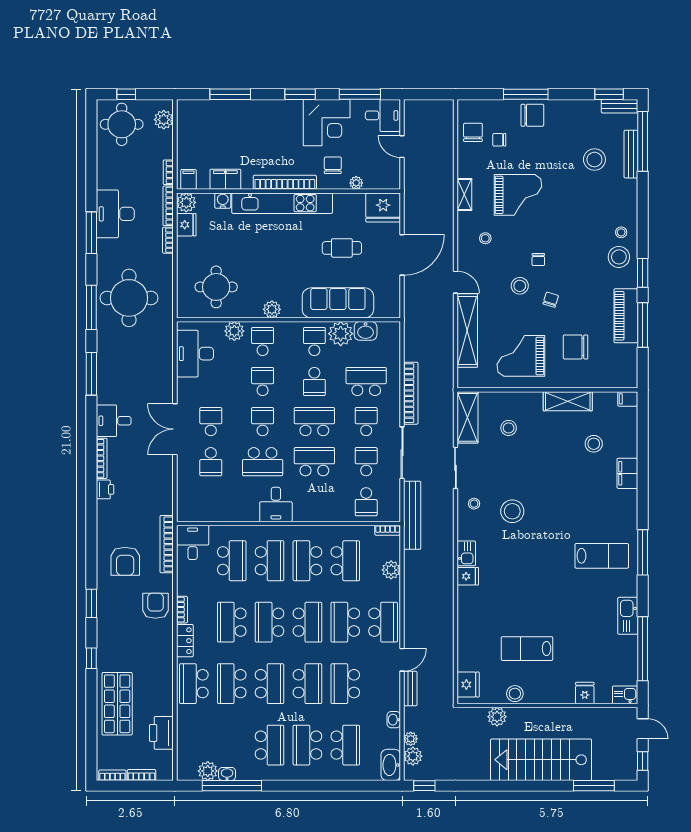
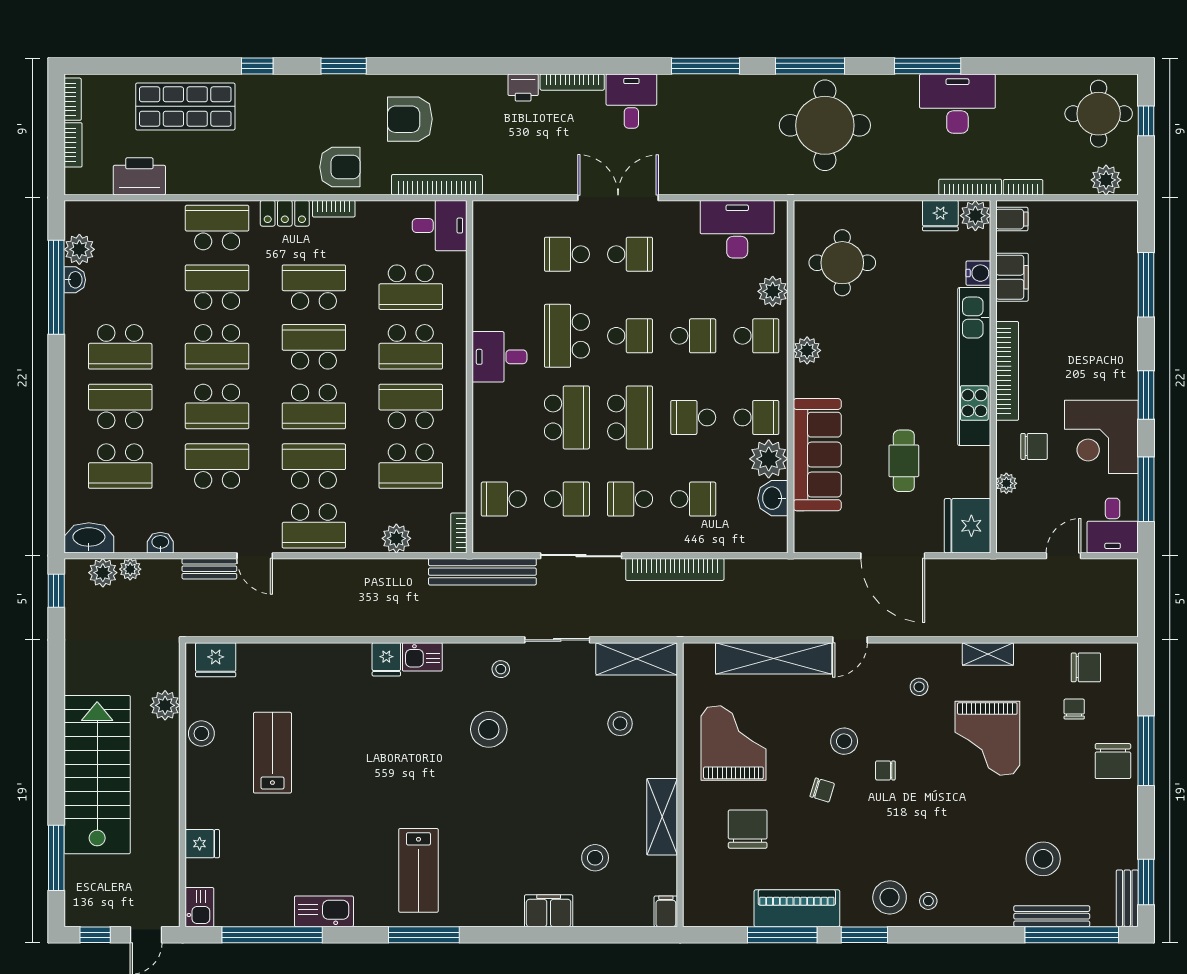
bookcase: (168, 240) -> (916, 187), removed
school desk: (366, 382) -> (693, 499), width x0.54
school desk: (366, 422) -> (630, 499), turned 180

